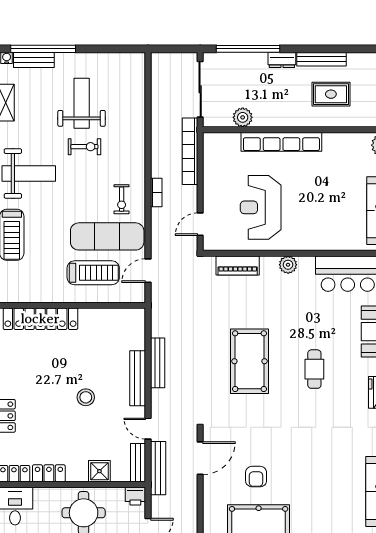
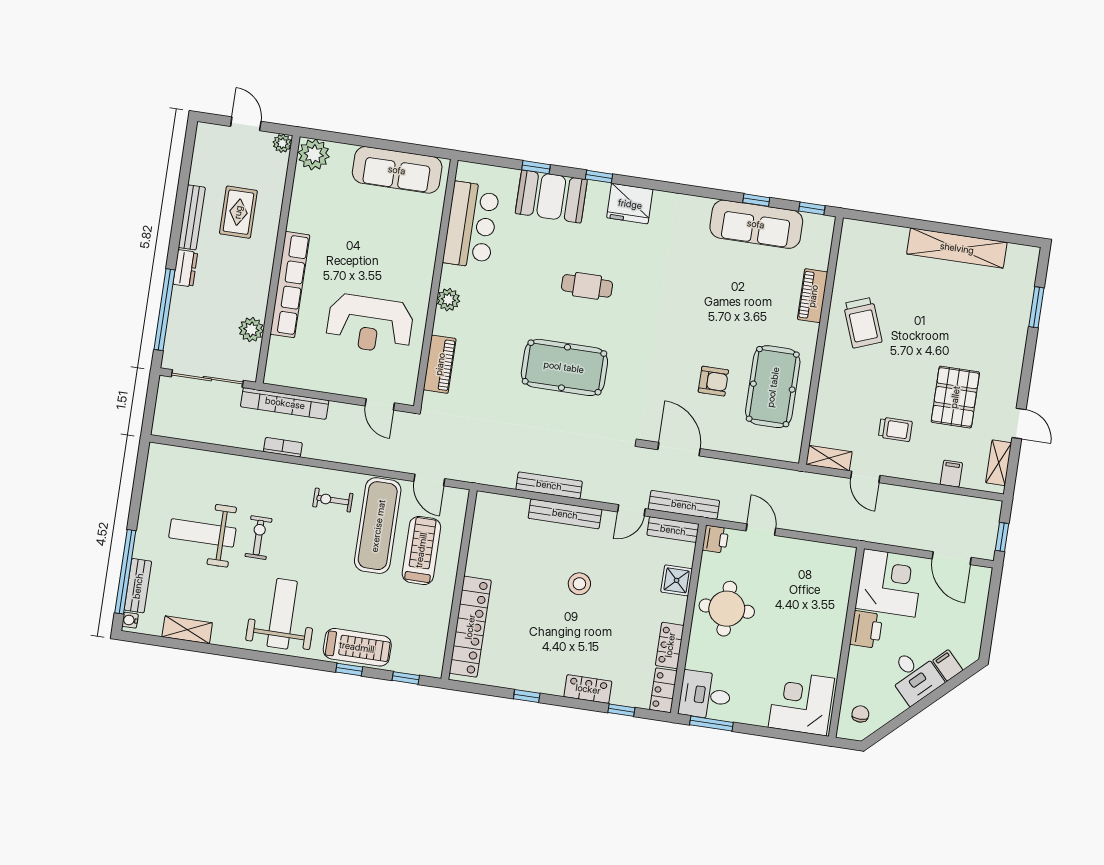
bookcase: (156, 193) -> (283, 447), moved
exercise bike: (122, 199) -> (333, 500), turned 180

